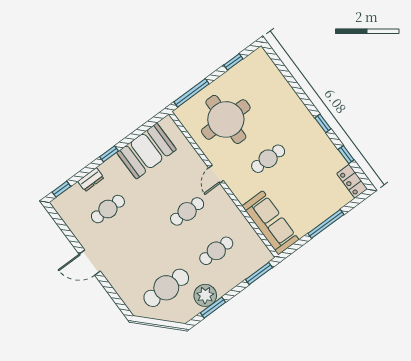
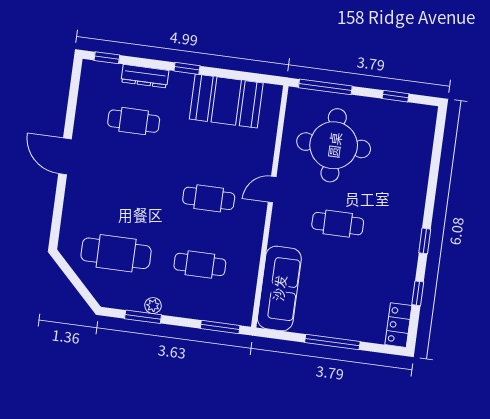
dresser: (91, 180) -> (145, 76), width x1.44
plant: (205, 295) -> (153, 306), width x0.53, depth x0.53

